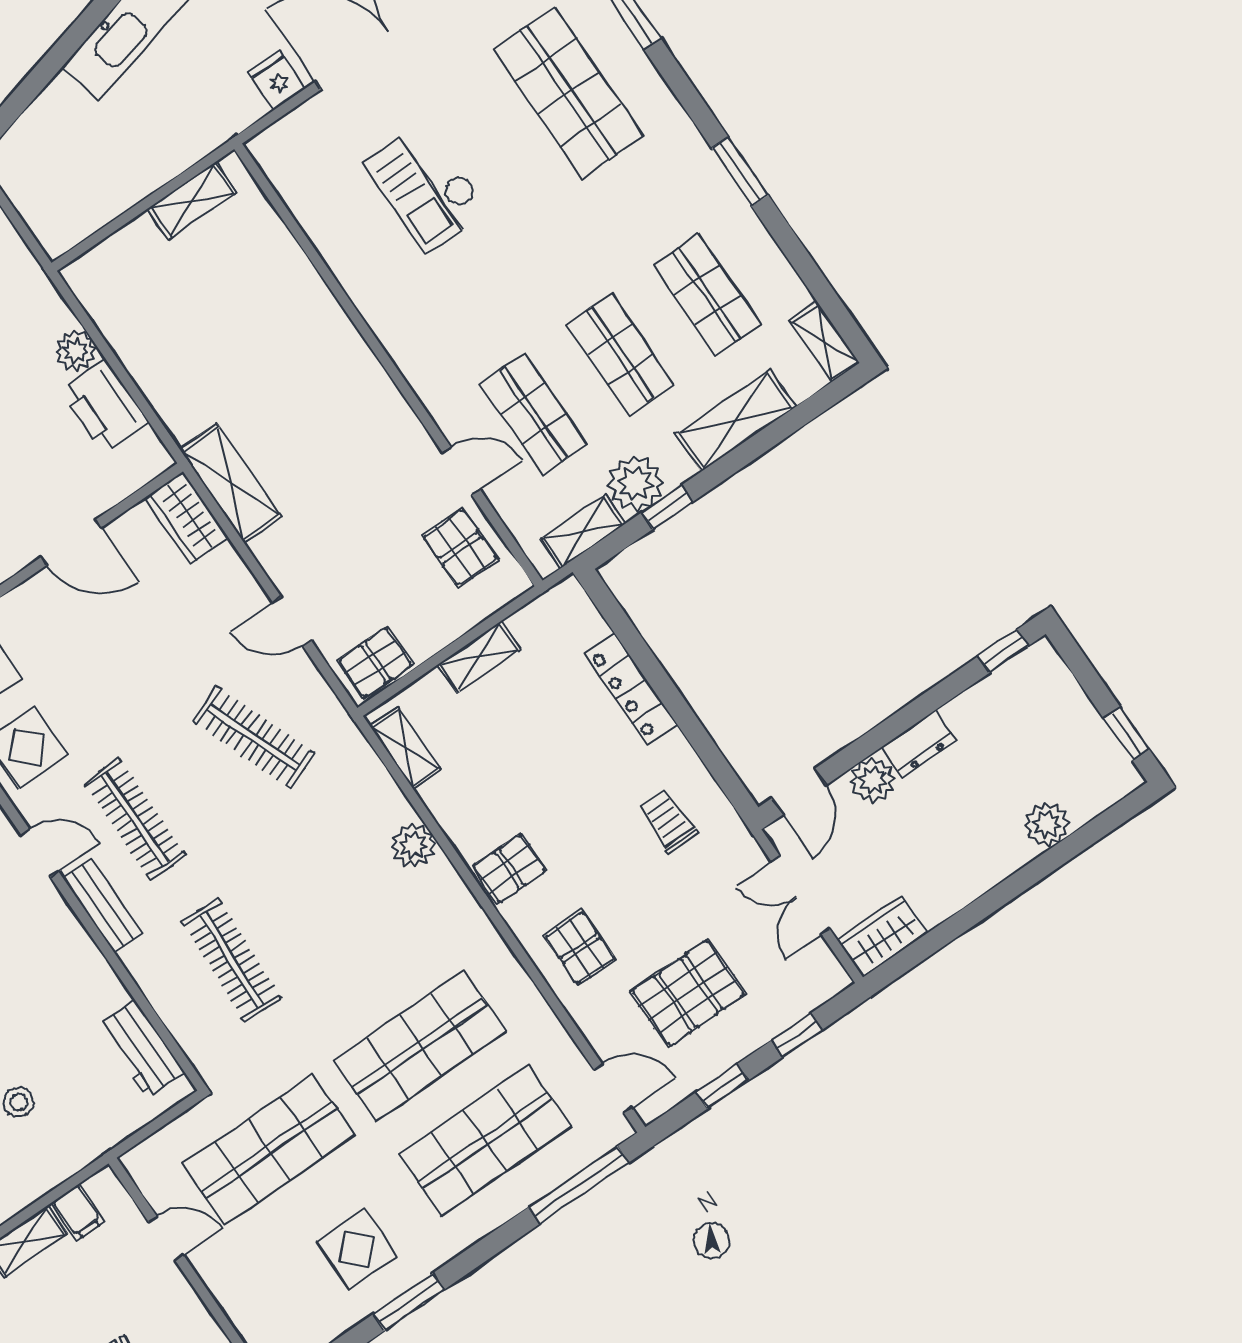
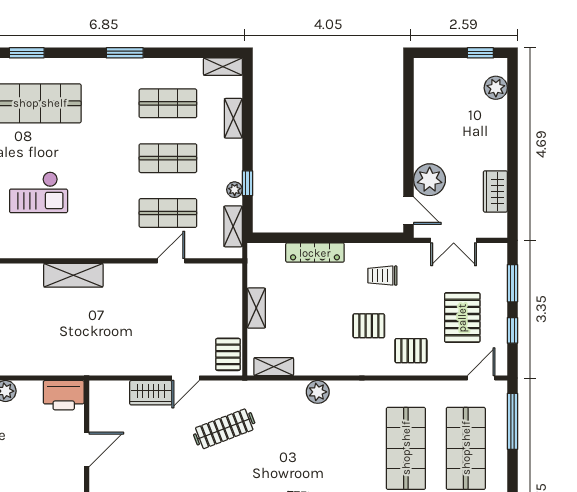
printer: (104, 406) -> (64, 395), moved
shelving: (736, 420) -> (233, 118), width x0.67, depth x0.75
shelving: (230, 483) -> (73, 275), moved
plant: (635, 483) -> (235, 190), width x0.53, depth x0.53
wardrobe: (187, 518) -> (151, 393), moved
pallet: (460, 548) -> (204, 284), removed
window: (1003, 651) -> (409, 81), removed
dresser: (919, 744) -> (423, 145), removed
plant: (873, 780) -> (430, 180), width x1.36, depth x1.36
plant: (1047, 824) -> (496, 88), moved
pallet: (509, 869) -> (369, 326), moved, turned 90
wardrobe: (883, 936) -> (495, 191), moved
window: (797, 1035) -> (512, 283), width x1.50

